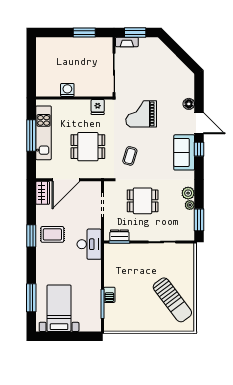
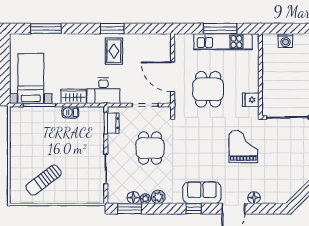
washing machine: (67, 90) -> (286, 41), moved, turned 90
window: (199, 149) -> (194, 209), moved
coffee table: (130, 156) -> (198, 134), removed
door: (66, 180) -> (173, 77), moved
wardrobe: (43, 193) -> (74, 96), moved, turned 180
floor lamp: (189, 216) -> (133, 198), added
barbecue: (109, 295) -> (70, 112), moved
sun lounger: (172, 300) -> (44, 180), width x0.73, depth x0.75
bed with nightstands: (59, 308) -> (31, 78), moved, turned -90

